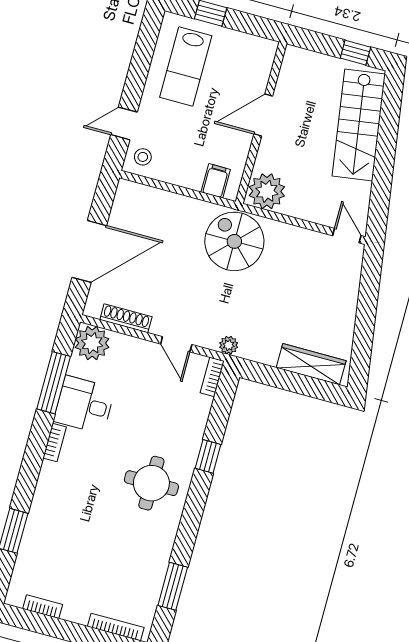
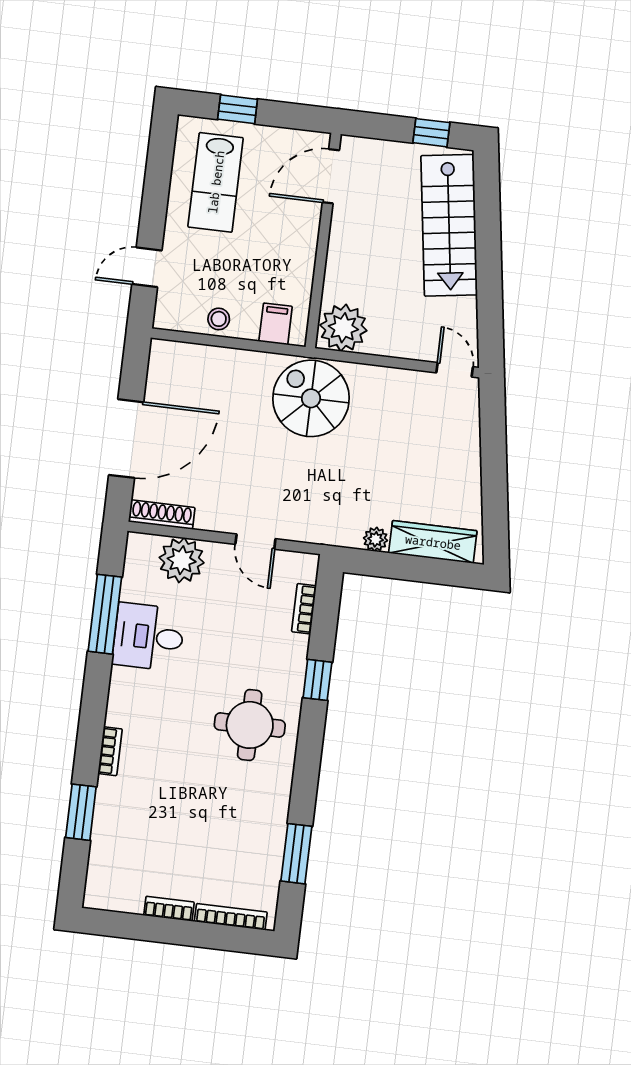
door: (263, 115) -> (331, 176), moved
stool: (143, 157) -> (219, 319), moved
shoe rack: (126, 318) -> (162, 515), moved
plant: (92, 343) -> (182, 560), moved
plant: (229, 345) -> (376, 539), moved
bookcase: (212, 377) -> (304, 609), moved
bookcase: (55, 443) -> (110, 751), moved
bookcase: (43, 607) -> (169, 909), moved

